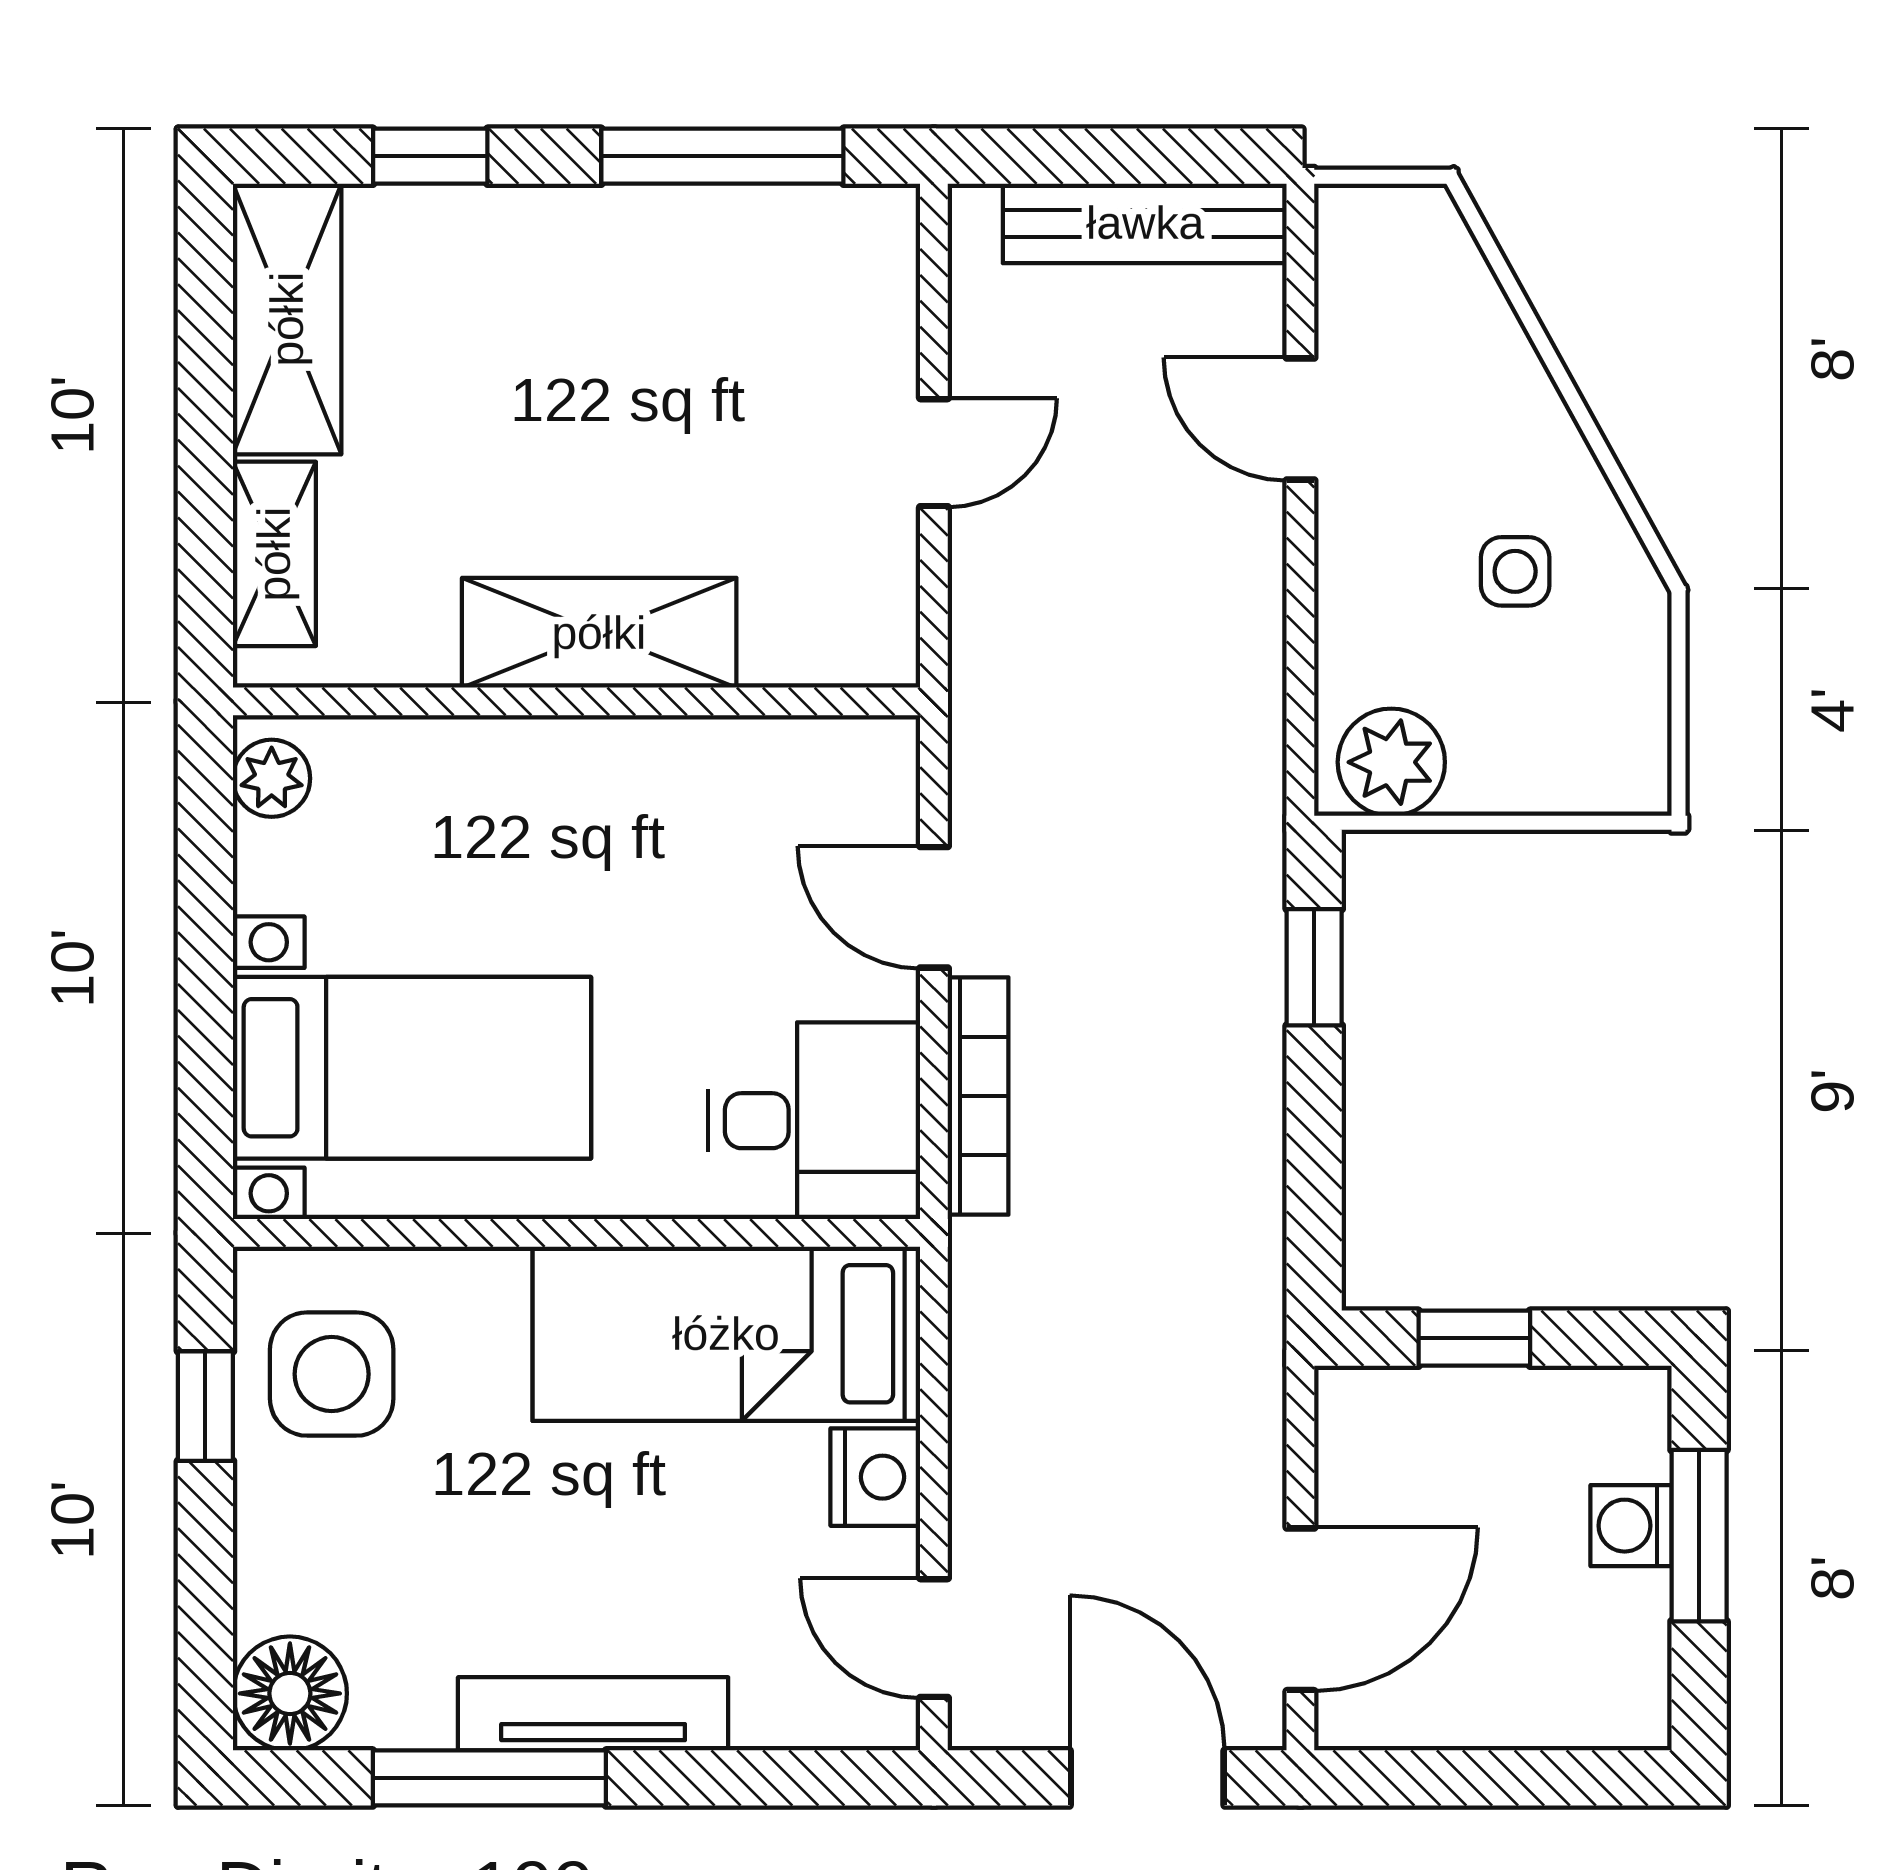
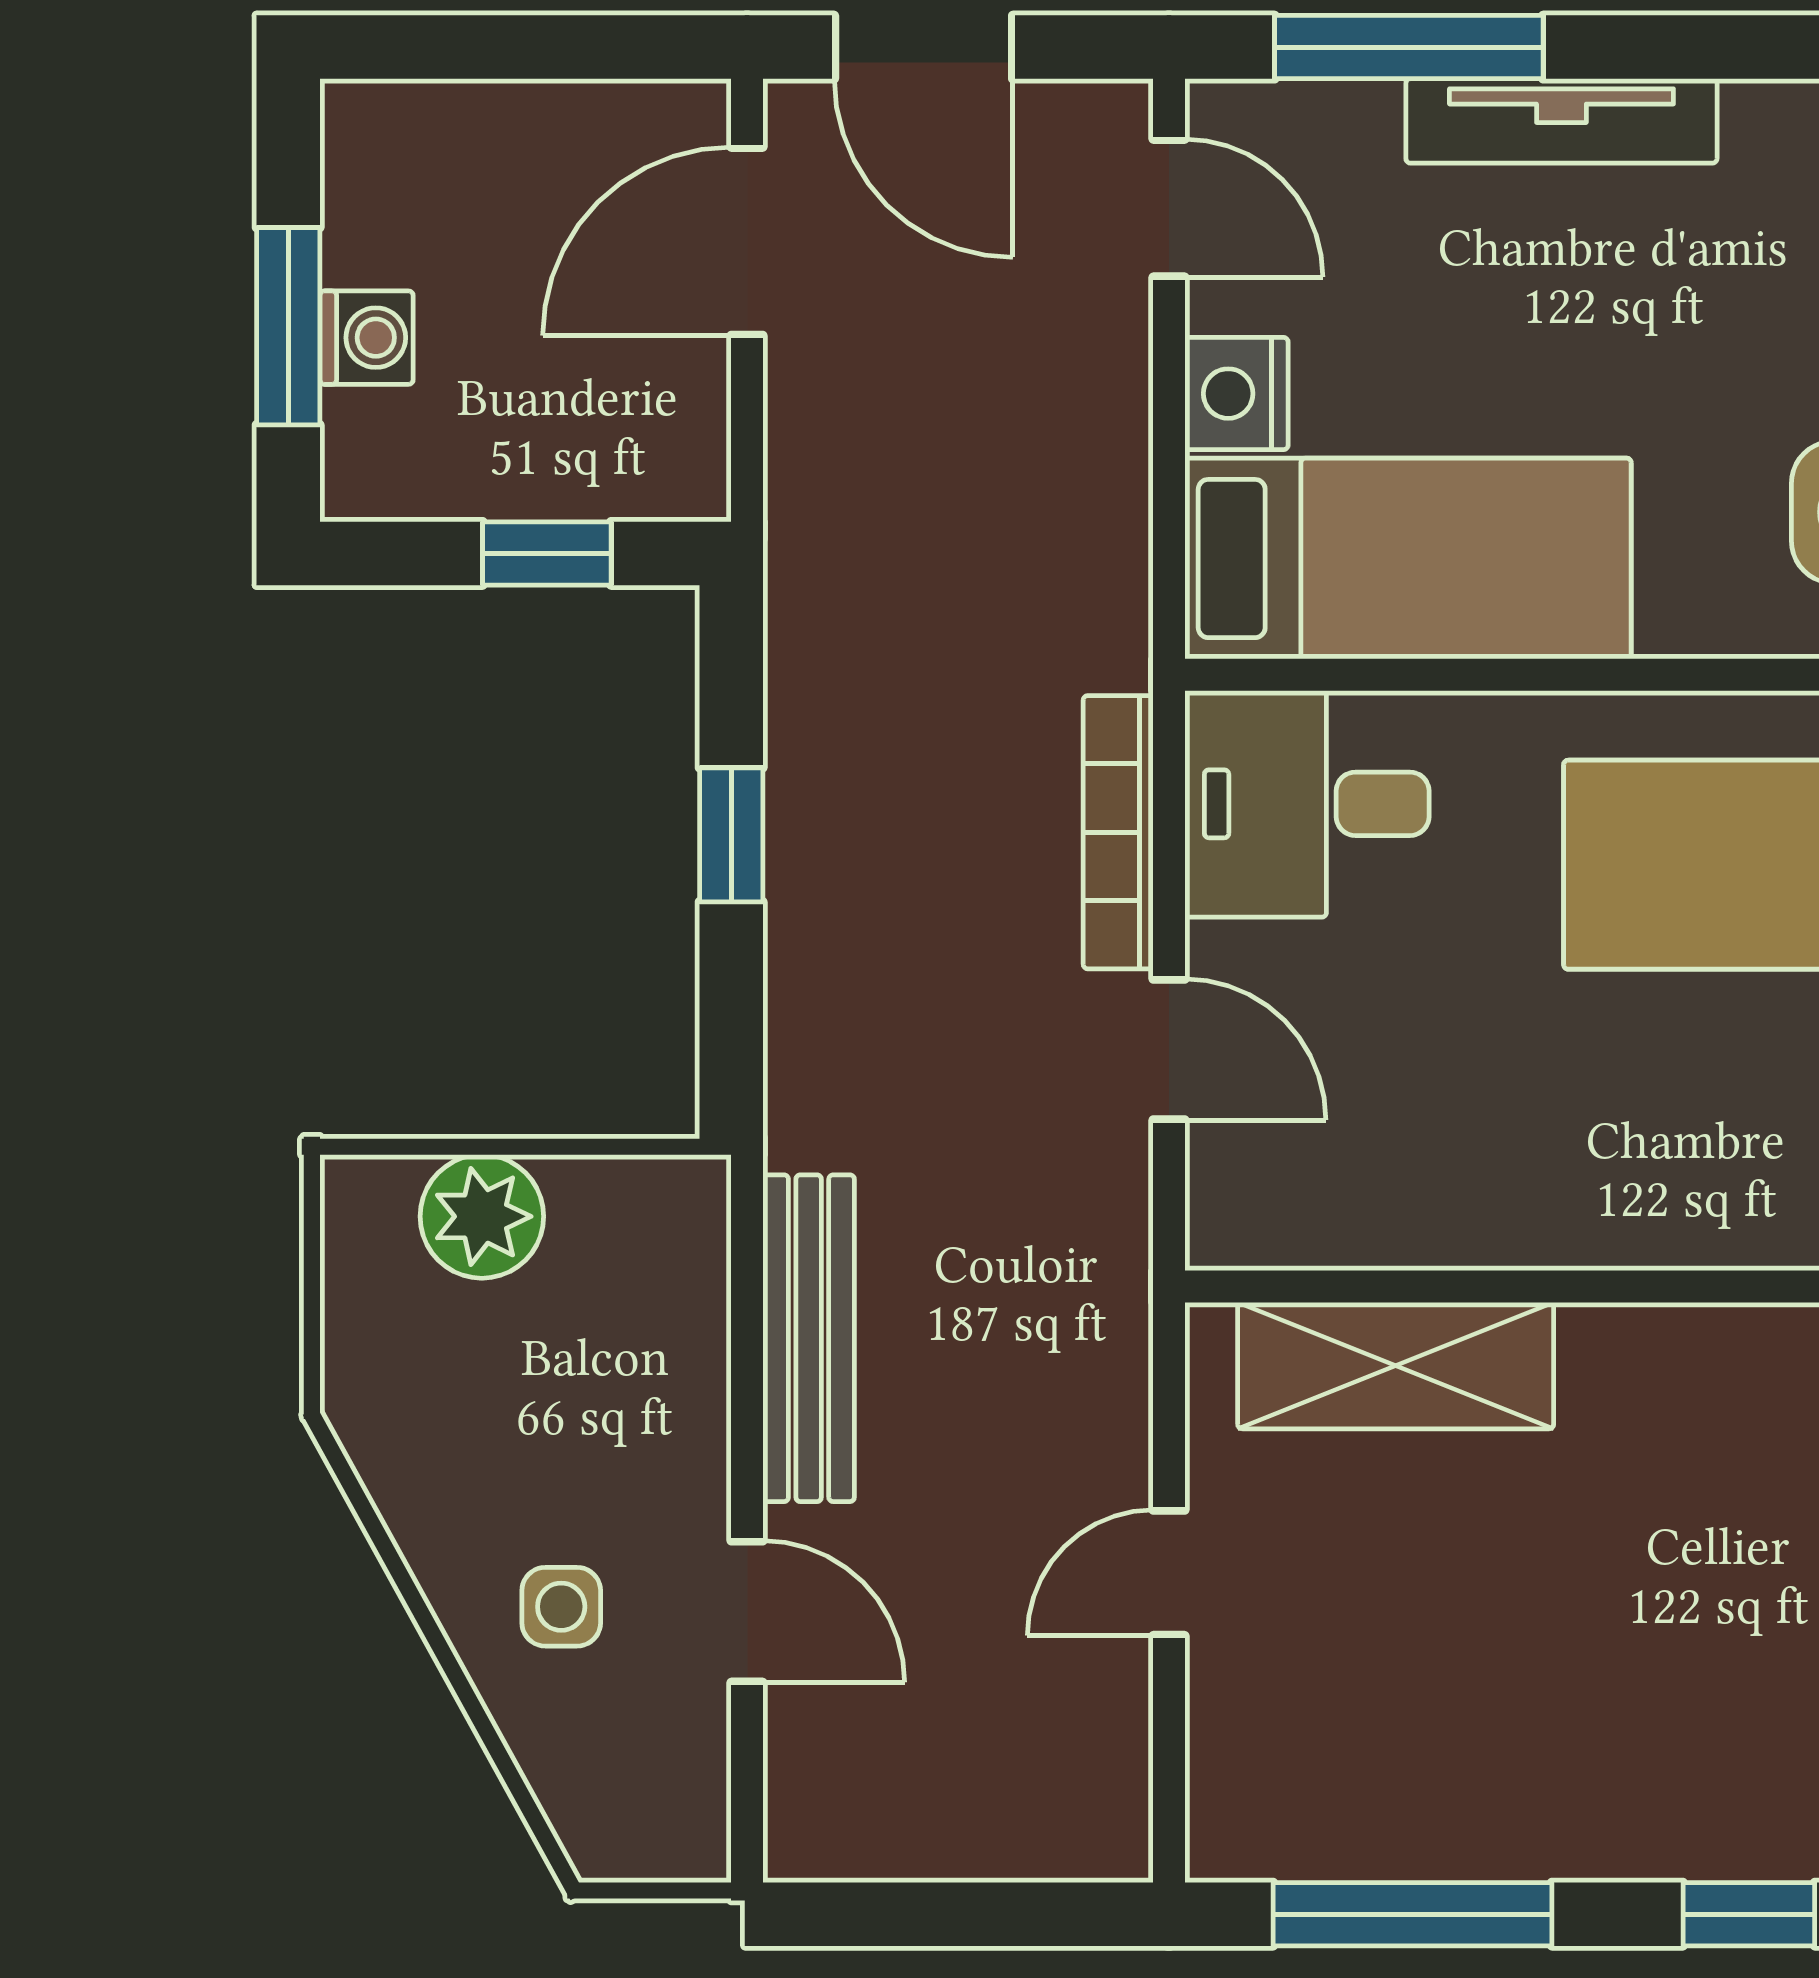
bench: (1145, 223) -> (809, 1338), moved, turned 90
side table: (1515, 571) -> (561, 1607), moved
shelving: (599, 633) -> (1396, 1366), moved
plant: (1391, 762) -> (482, 1216), moved
window: (1314, 967) -> (731, 835), moved
window: (489, 1778) -> (1409, 47), moved

